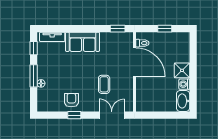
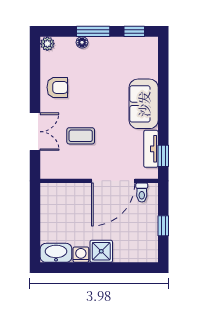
tv unit: (52, 37) -> (151, 149), moved
plant: (42, 107) -> (47, 44), added
window: (74, 115) -> (35, 92), removed
double door: (112, 115) -> (35, 132), moved

